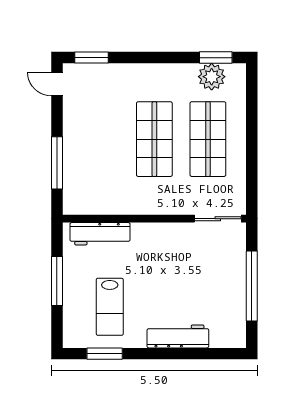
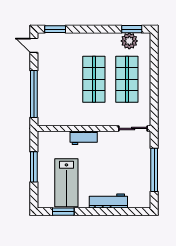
window: (57, 163) -> (34, 94), width x1.46
workbench: (100, 234) -> (84, 138), moved, width x0.73
lab bench: (110, 307) -> (66, 183), width x1.36, depth x1.39

